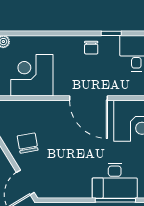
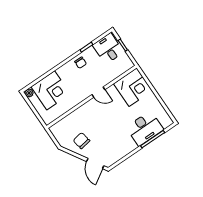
corner desk: (32, 75) -> (51, 90), moved, turned 180
door: (88, 98) -> (98, 92), width x0.53

